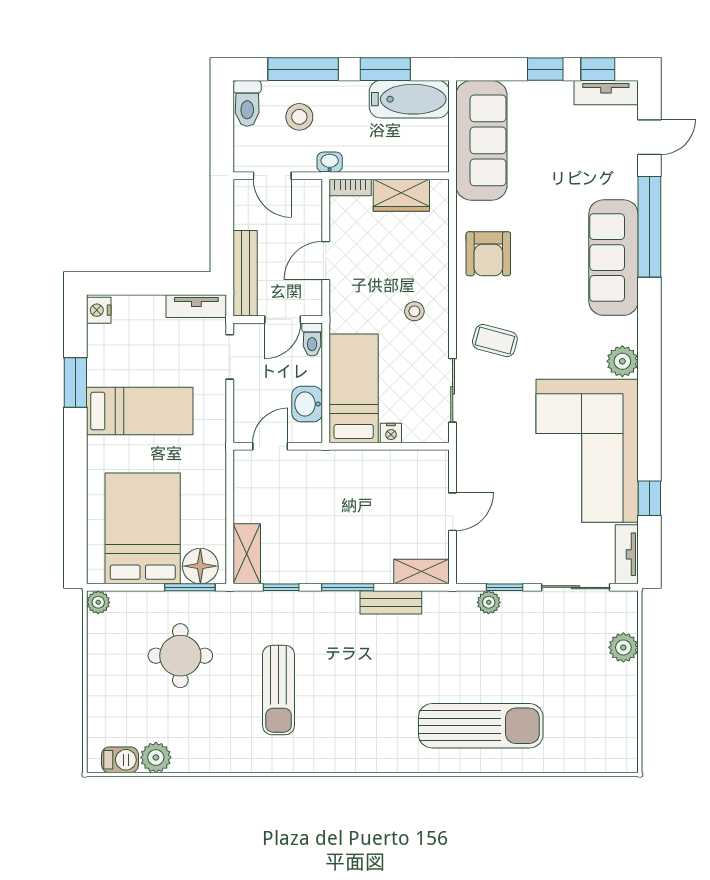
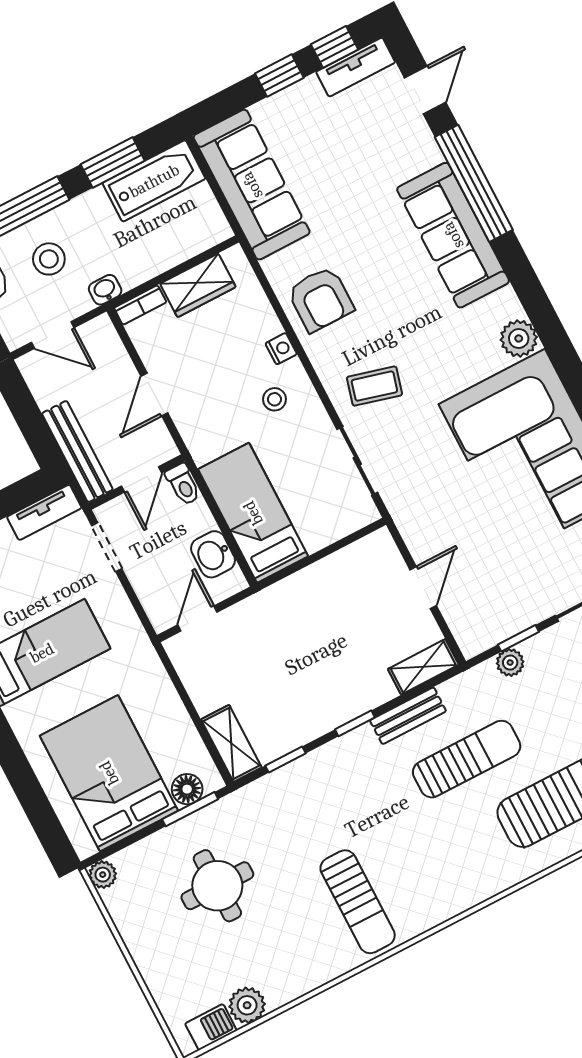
nightstand: (391, 433) -> (281, 349), moved, turned -90
floor lamp: (200, 566) -> (187, 789), width x0.73, depth x0.73
window: (348, 587) -> (355, 723), width x0.67
sun lounger: (418, 658) -> (467, 759), added
sun lounger: (279, 690) -> (358, 902), moved

